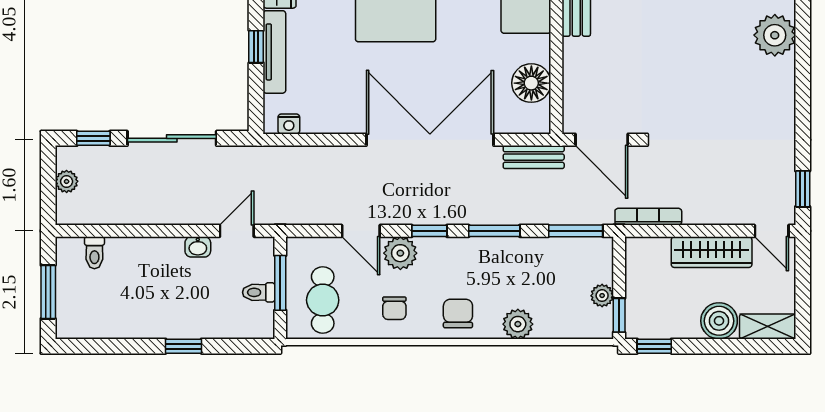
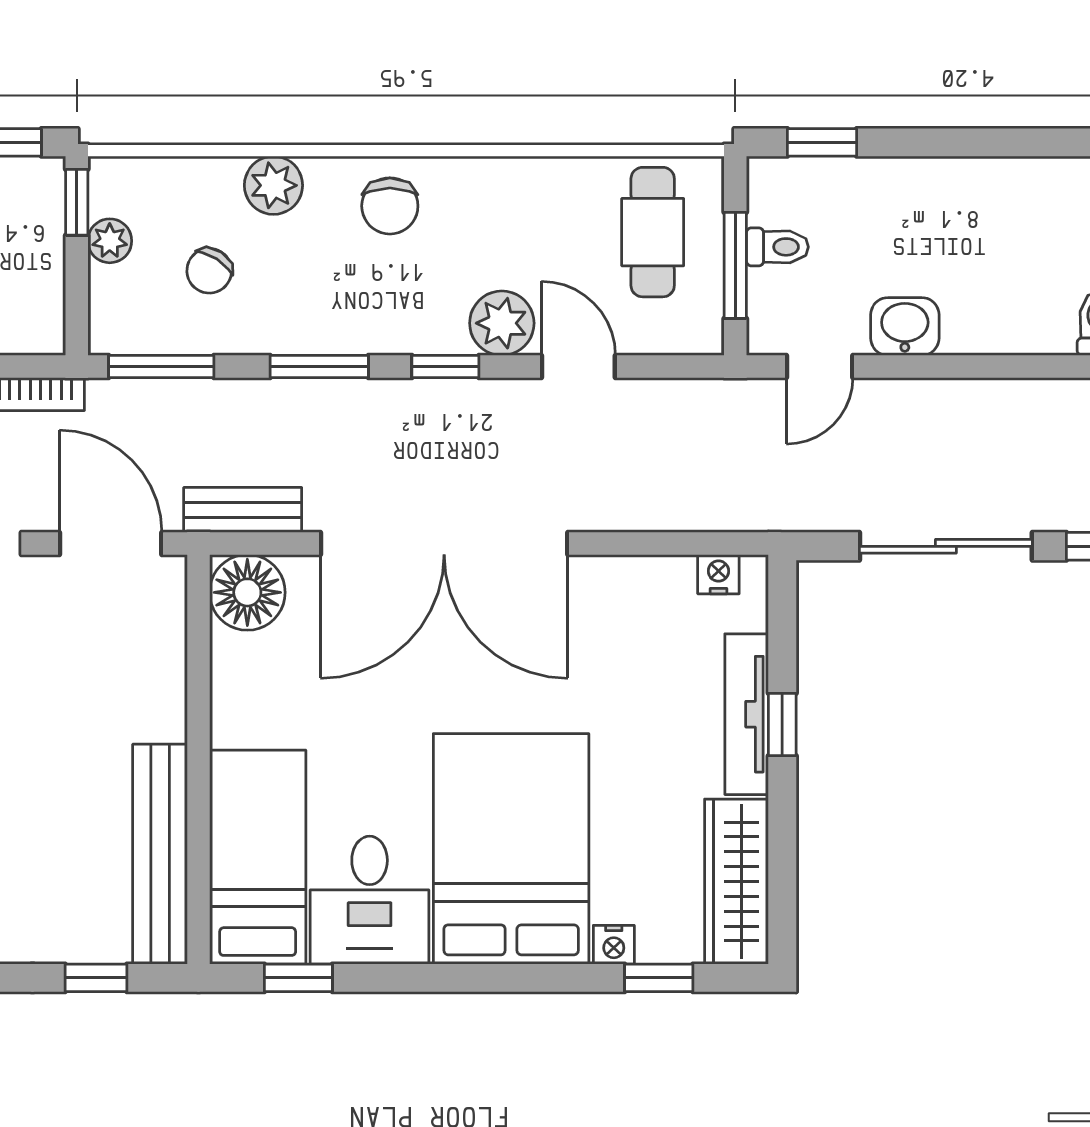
floor lamp: (531, 83) -> (247, 592), moved
washbasin: (198, 247) -> (905, 326), width x1.38, depth x1.45
chair: (394, 308) -> (209, 271), moved, turned -147
window: (183, 346) -> (822, 142), moved

